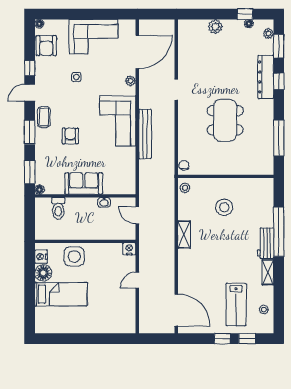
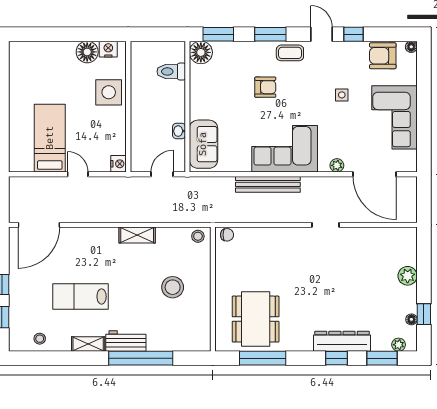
dining table: (225, 120) -> (256, 319), moved, turned 90
sofa: (84, 183) -> (203, 144), moved
floor lamp: (39, 190) -> (201, 52), width x1.89, depth x1.89
bed: (61, 294) -> (50, 138), moved, turned 180
lab bench: (236, 305) -> (80, 296), moved

